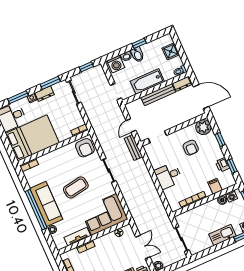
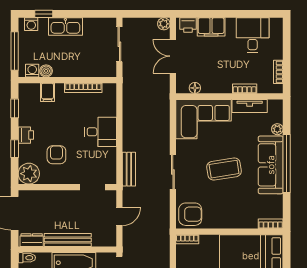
armchair: (85, 148) -> (190, 214), turned 90
bench: (133, 148) -> (129, 169), moved
printer: (223, 165) -> (26, 135), moved

